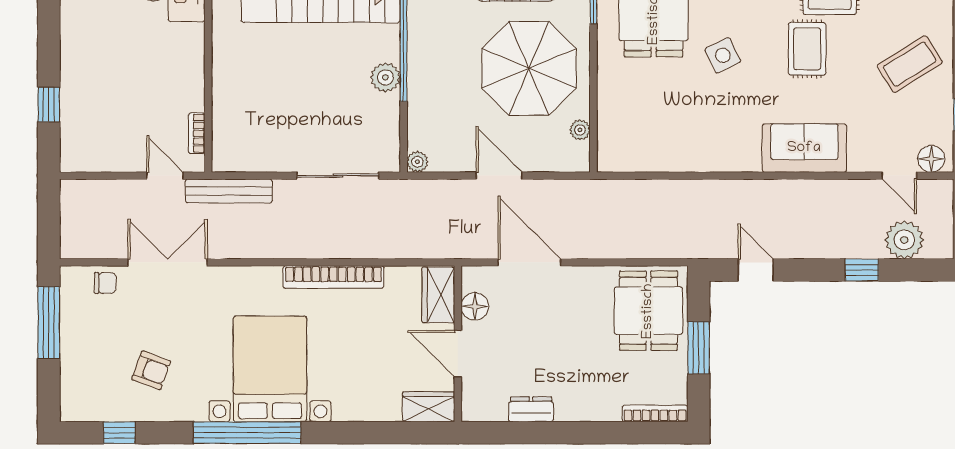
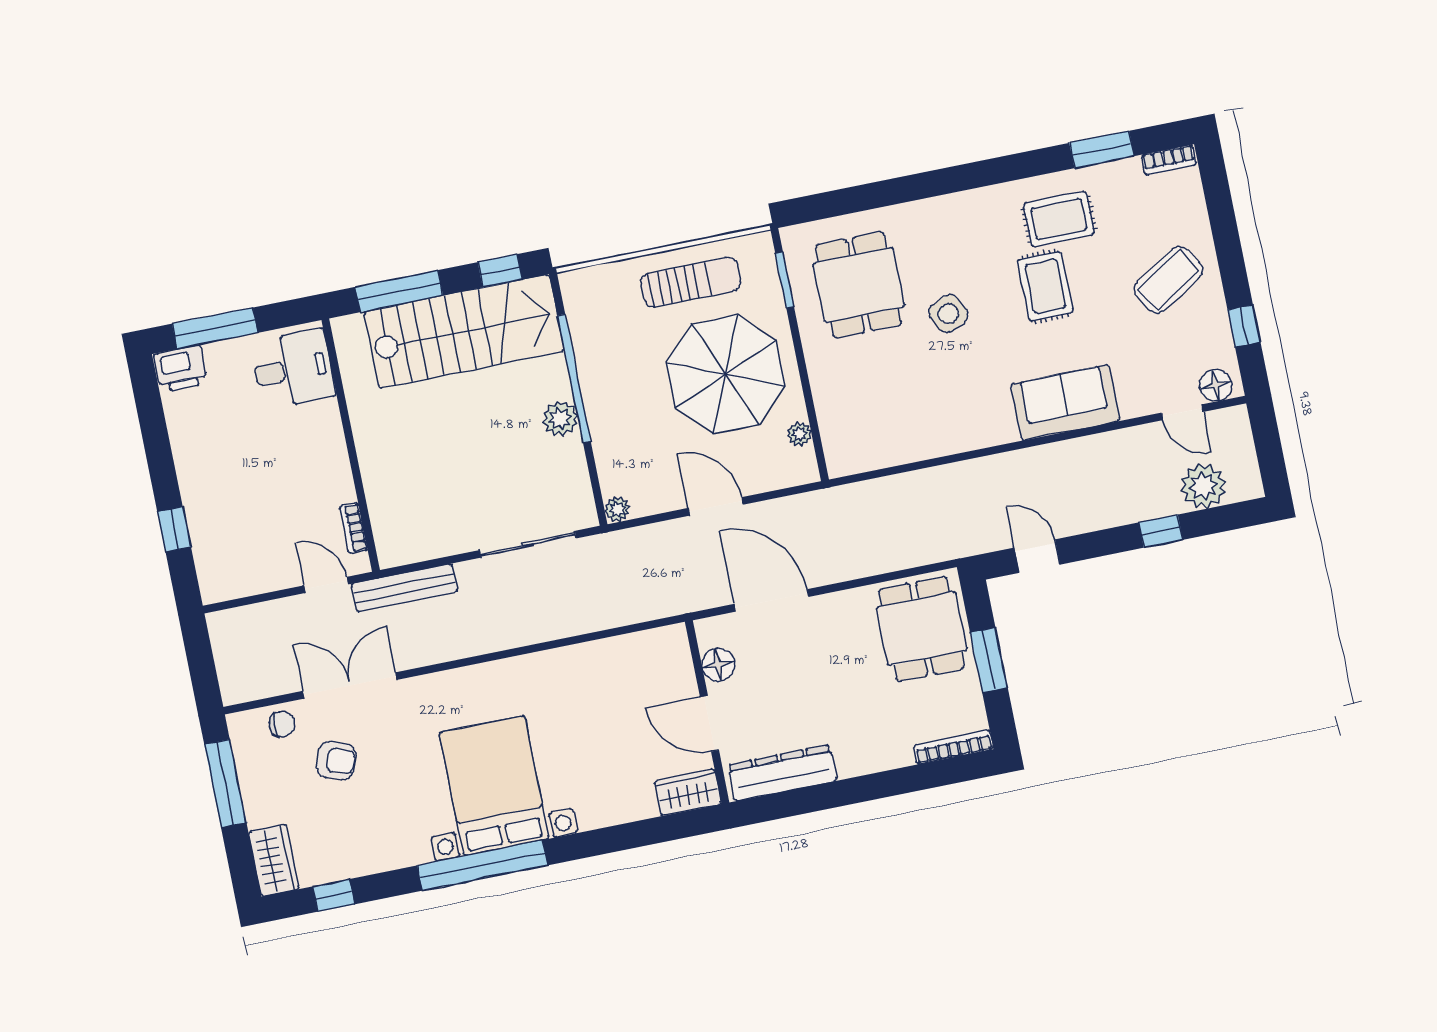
bookcase: (333, 277) -> (547, 664), removed
wardrobe: (438, 295) -> (274, 860), moved, turned 180
armchair: (151, 370) -> (336, 760), moved
dresser: (531, 409) -> (782, 773), width x1.96, depth x1.24

